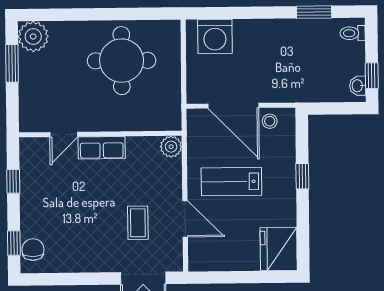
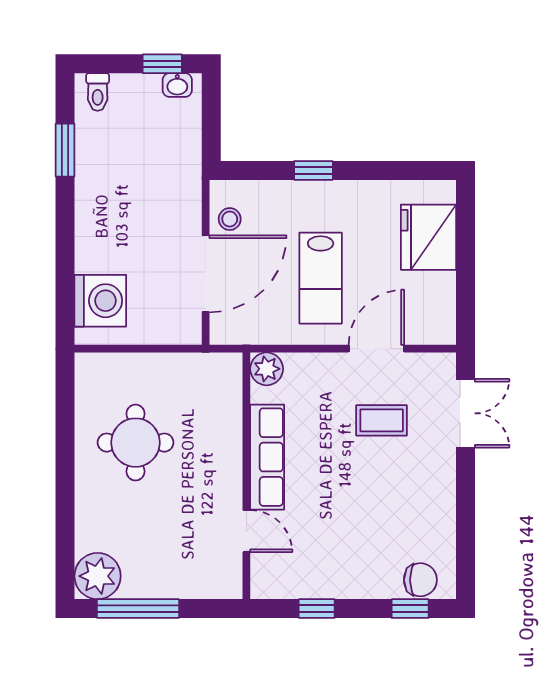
round table: (122, 61) -> (136, 443), width x0.73, depth x0.73
window: (12, 63) -> (138, 609), width x1.44
row of seats: (102, 148) -> (267, 457), width x1.48
fridge: (279, 249) -> (428, 237), moved, turned 90
chair: (33, 250) -> (420, 580), turned 180

